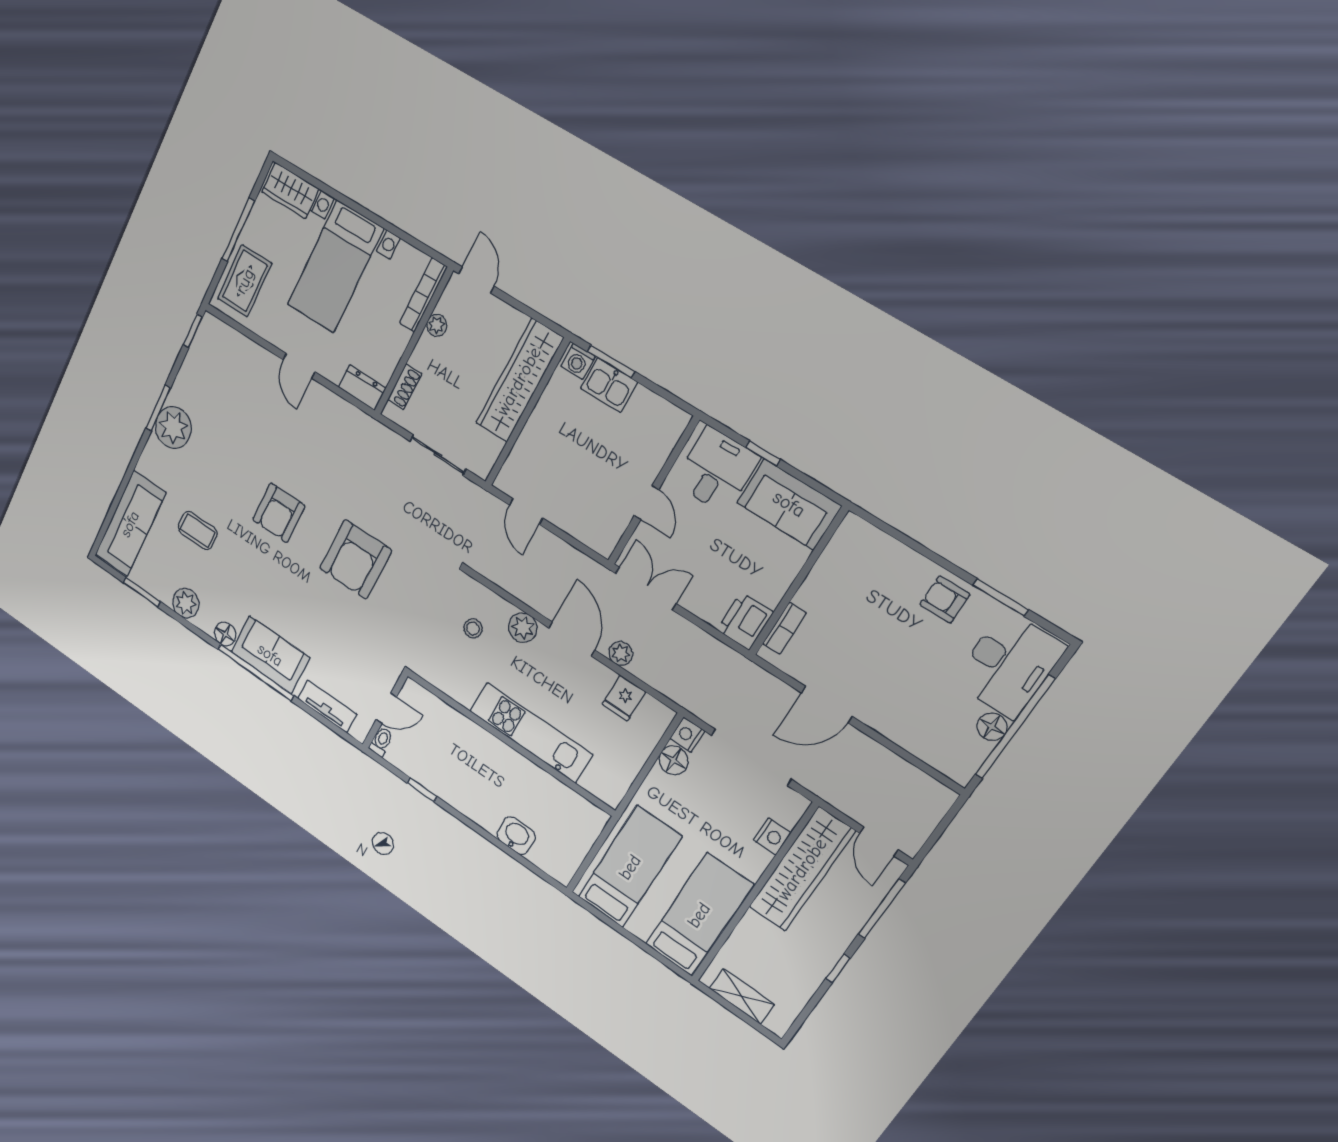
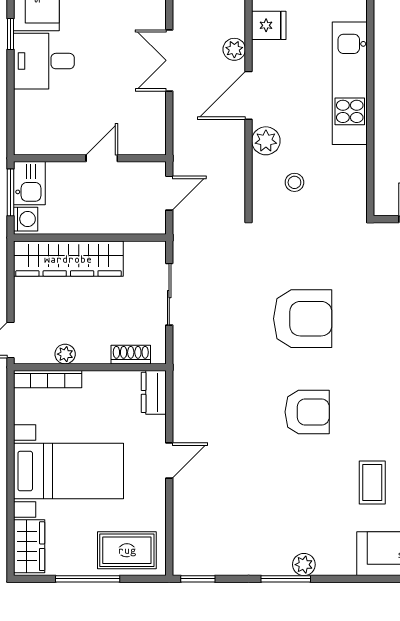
plant: (173, 427) -> (304, 565), width x0.53, depth x0.53
wall: (653, 491) -> (90, 158), moved
door: (646, 503) -> (102, 158), moved

